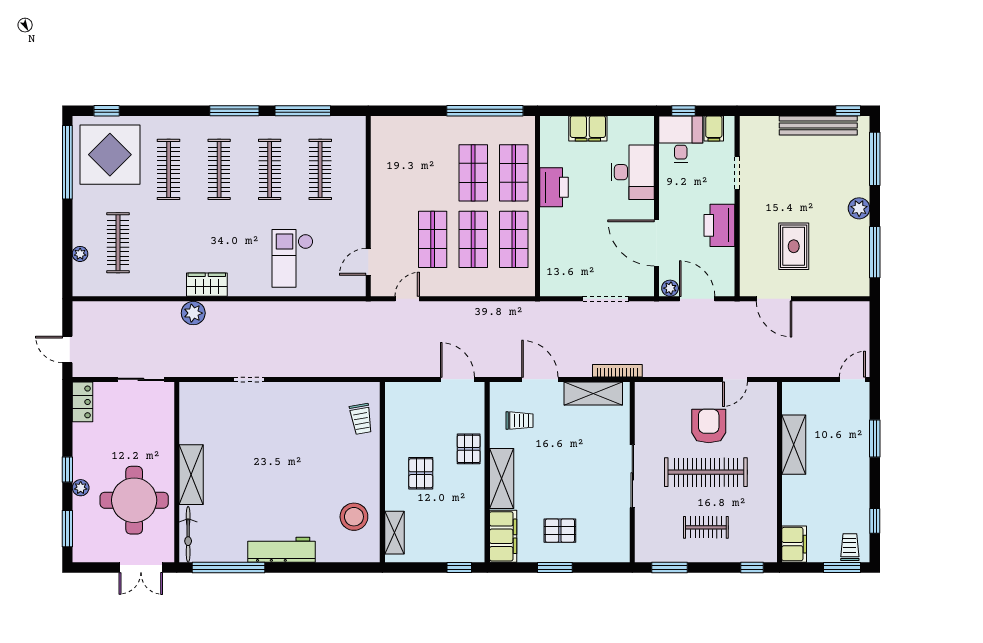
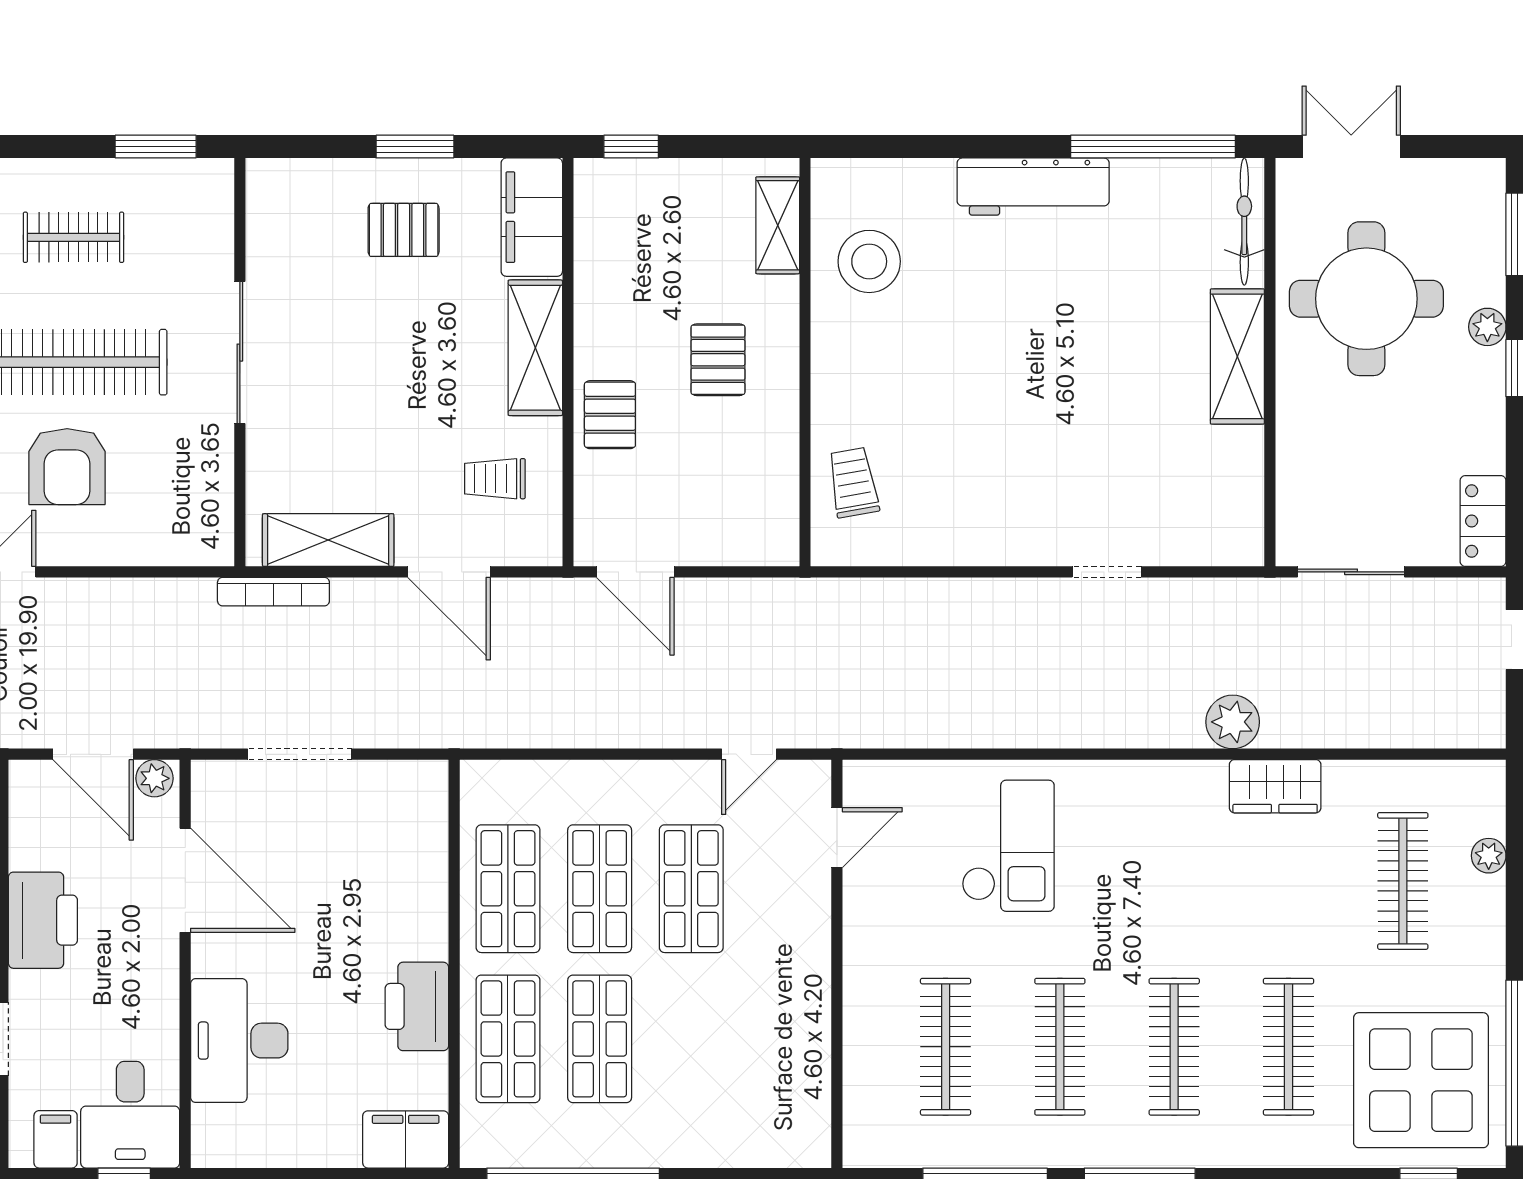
filing cabinet: (588, 128) -> (406, 1139), moved
wardrobe: (207, 285) -> (1275, 786), moved

